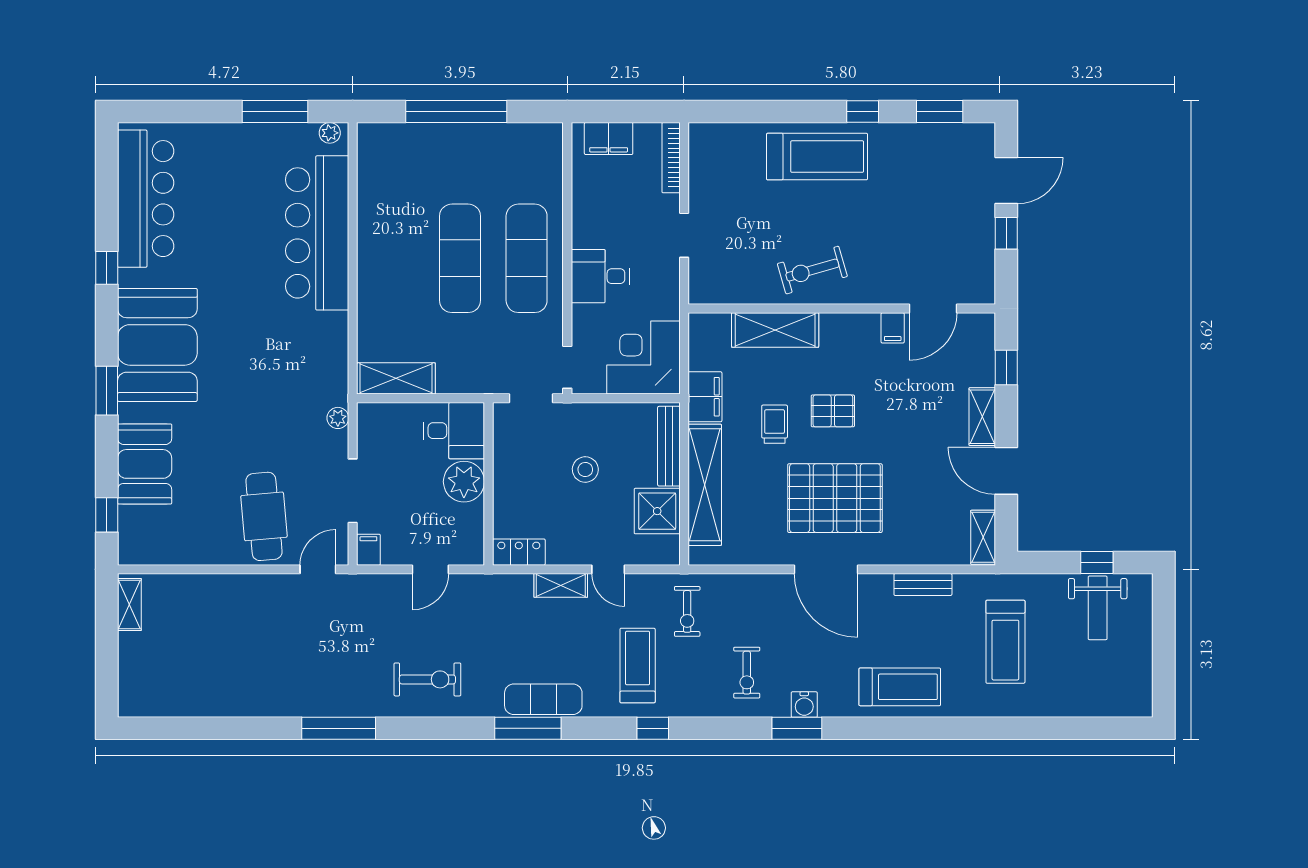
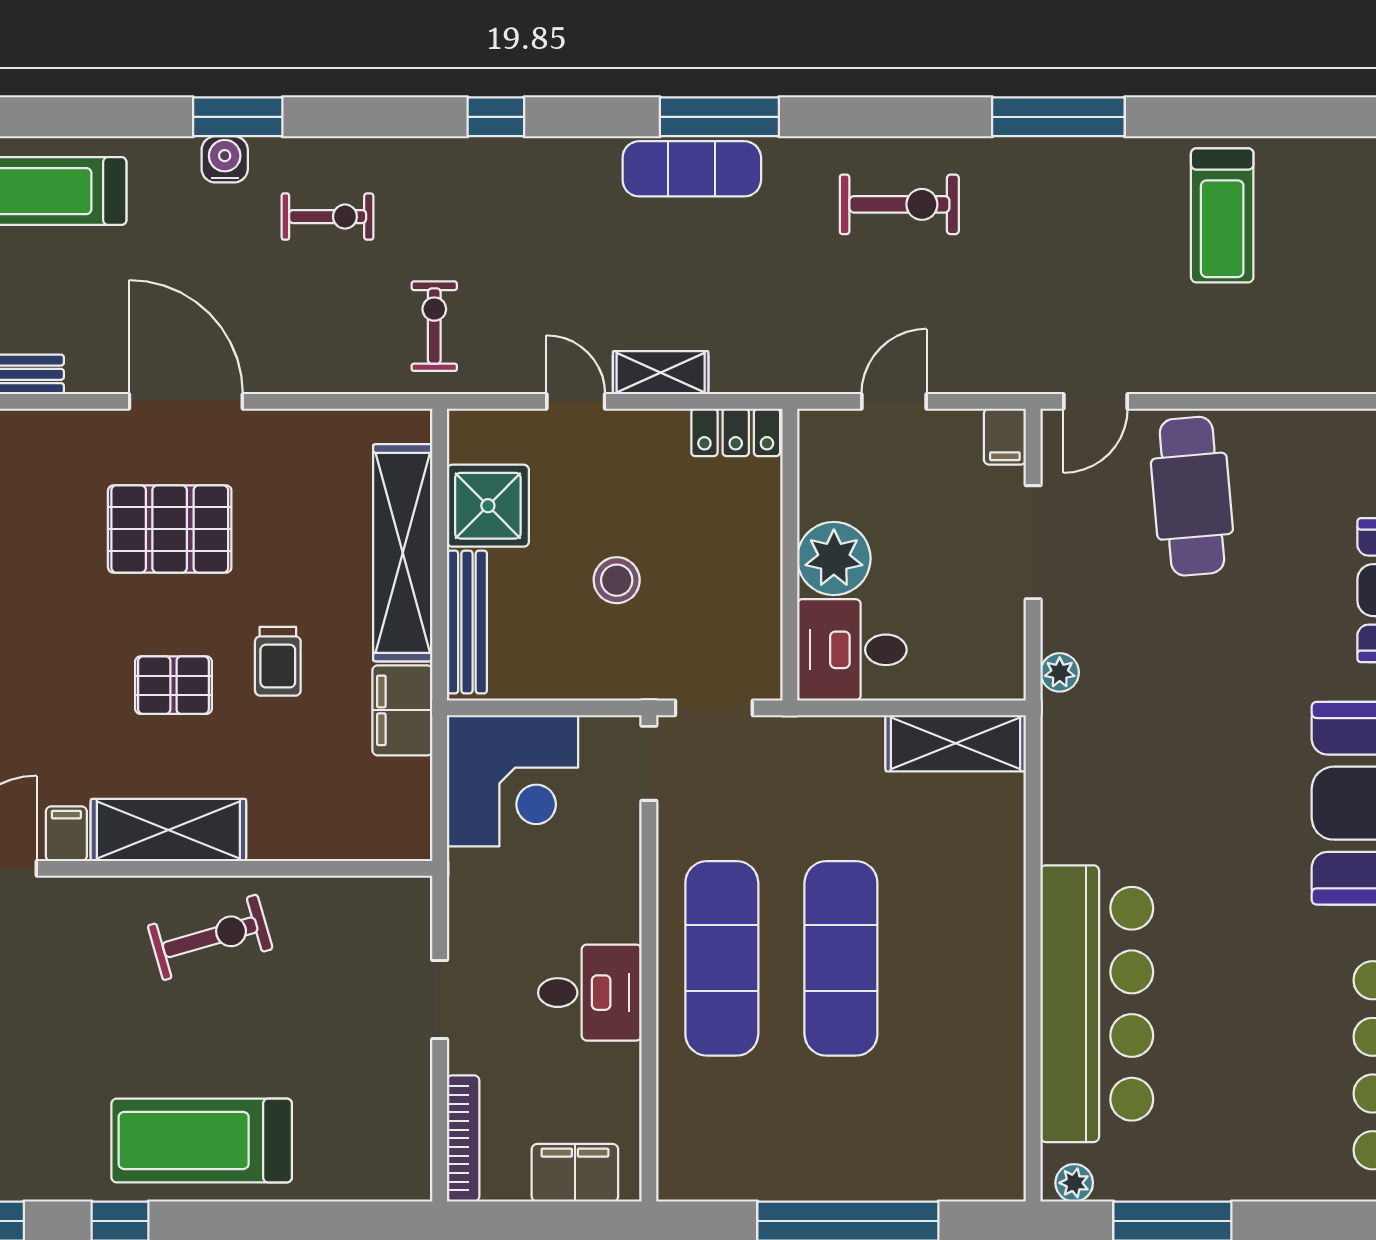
desk: (600, 276) -> (590, 993), moved
shelving: (775, 330) -> (168, 830), moved
pallet: (835, 498) -> (170, 529), width x0.73, depth x0.71
treadmill: (638, 666) -> (1222, 215), moved
exercise bike: (747, 673) -> (328, 217), turned 90
exercise bike: (427, 679) -> (899, 204), turned 180

